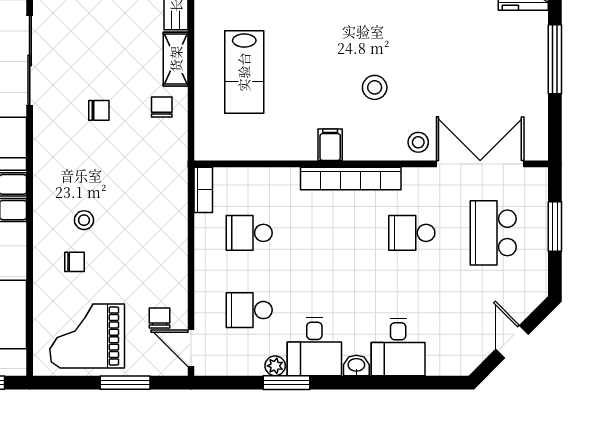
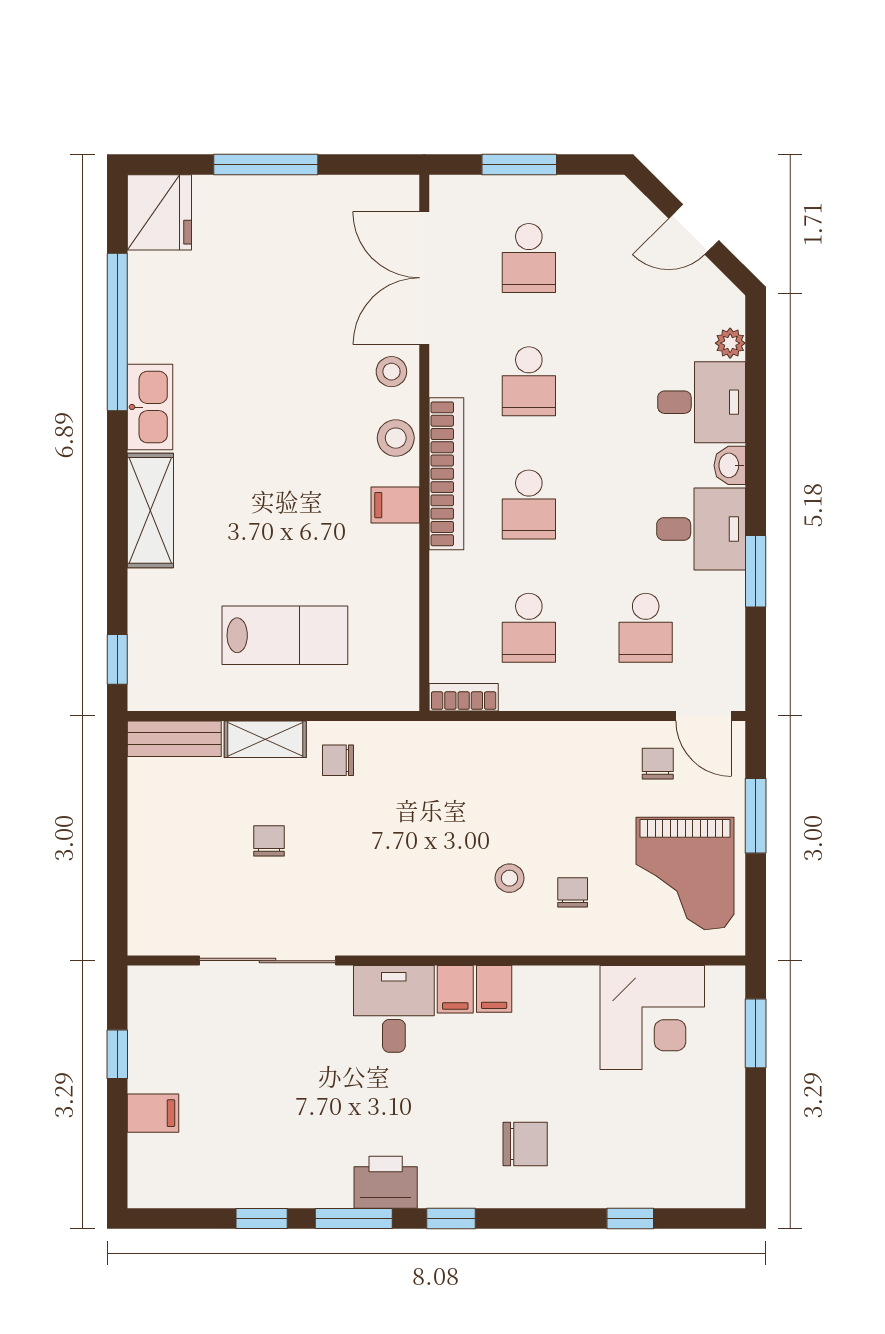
stool: (375, 87) -> (396, 438), moved
chair: (99, 110) -> (269, 841), moved
school desk: (331, 233) -> (529, 505), added
school desk: (493, 233) -> (529, 258), width x0.54
chair: (160, 318) -> (658, 764), turned 90
door: (191, 348) -> (704, 716), hinge flipped
plant: (275, 366) -> (730, 343), moved

